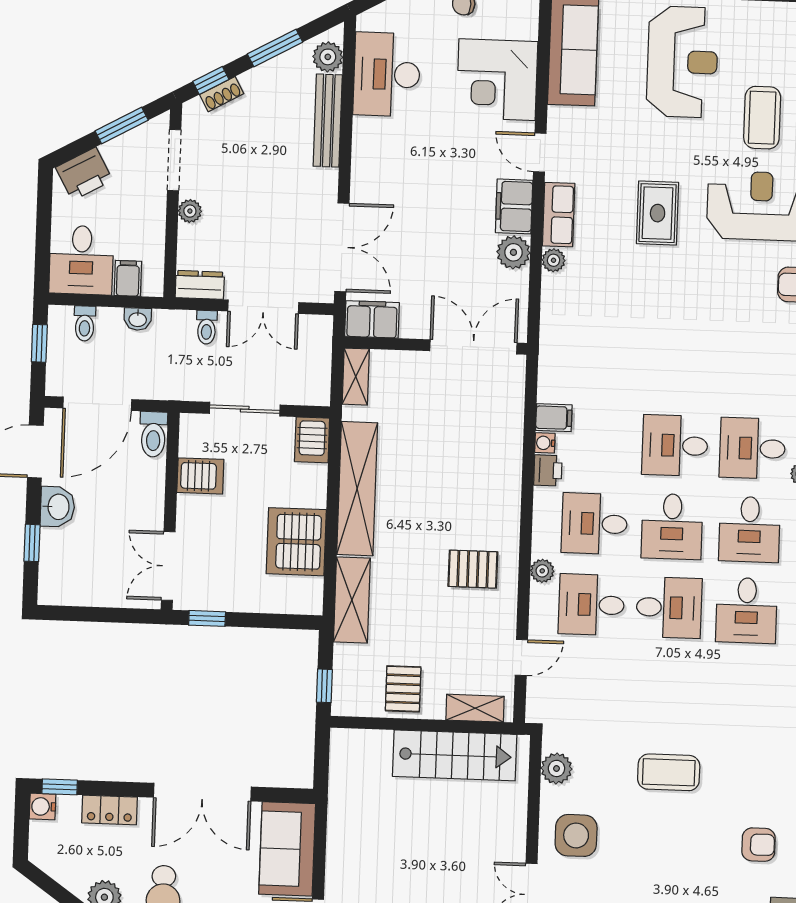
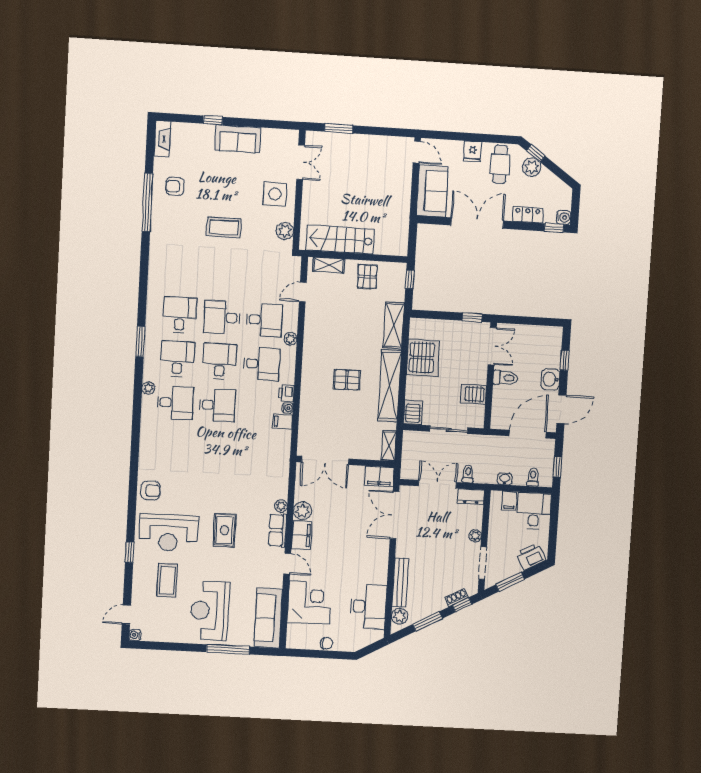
toilet: (153, 434) -> (505, 378), moved, turned 90
pallet: (473, 569) -> (347, 380), moved

